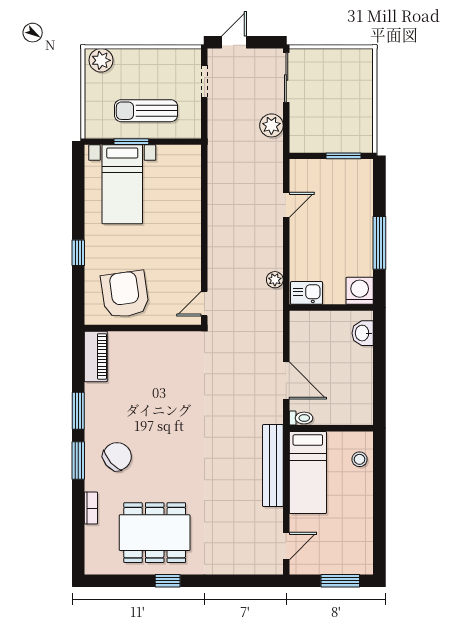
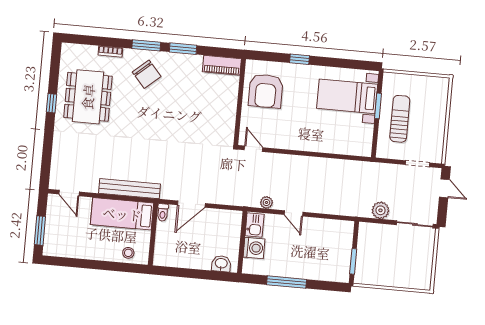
plant: (101, 60) -> (440, 89), removed
door: (286, 205) -> (293, 213), moved
washing machine: (360, 291) -> (254, 248), moved
armchair: (125, 294) -> (266, 91), turned 98

